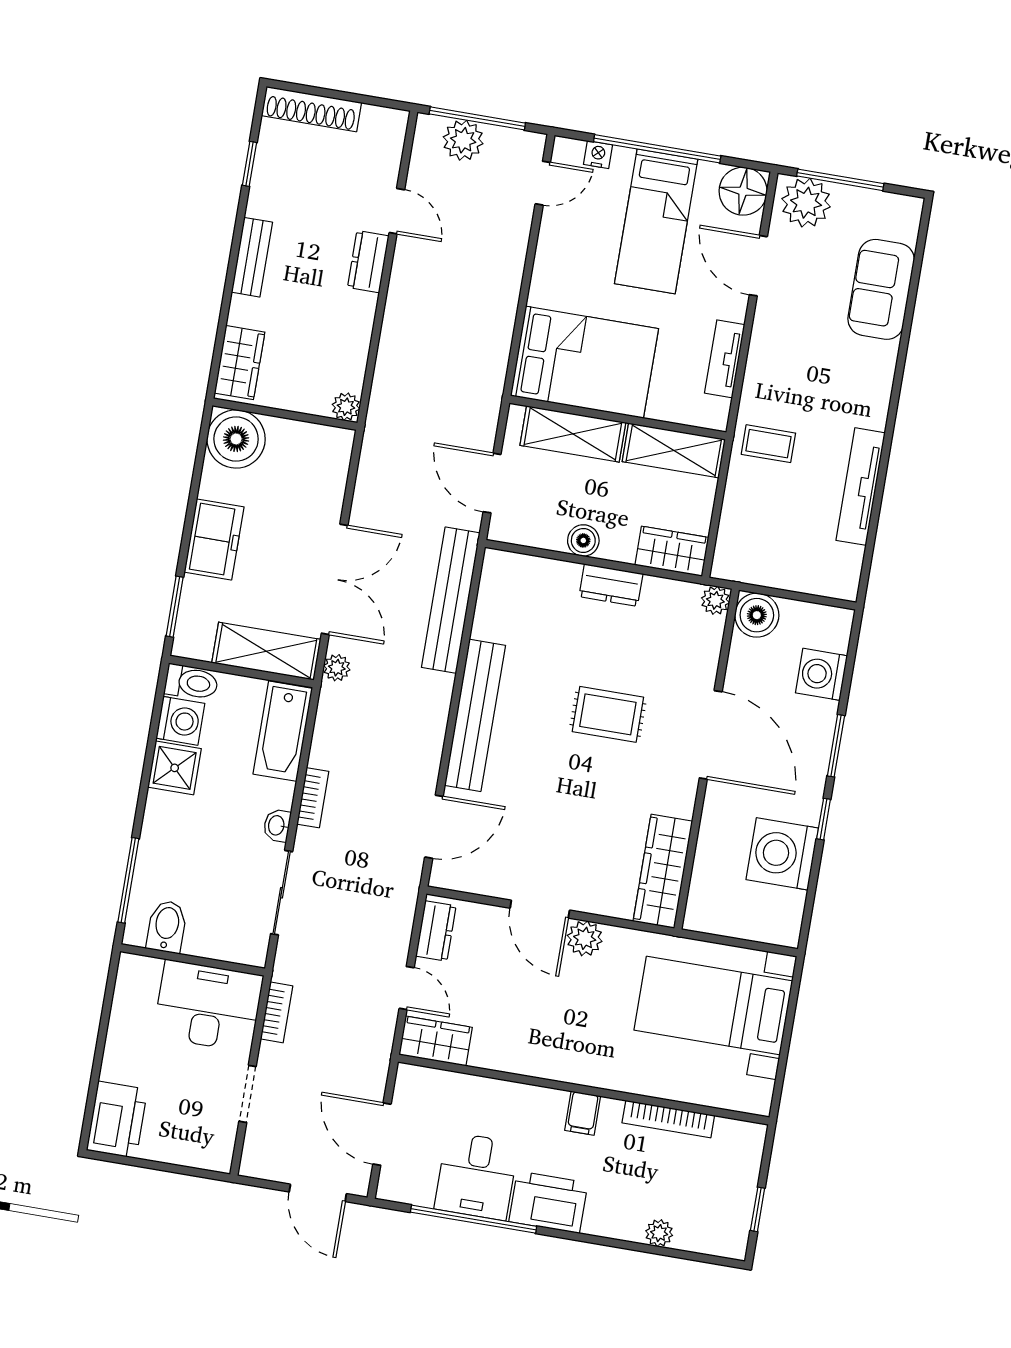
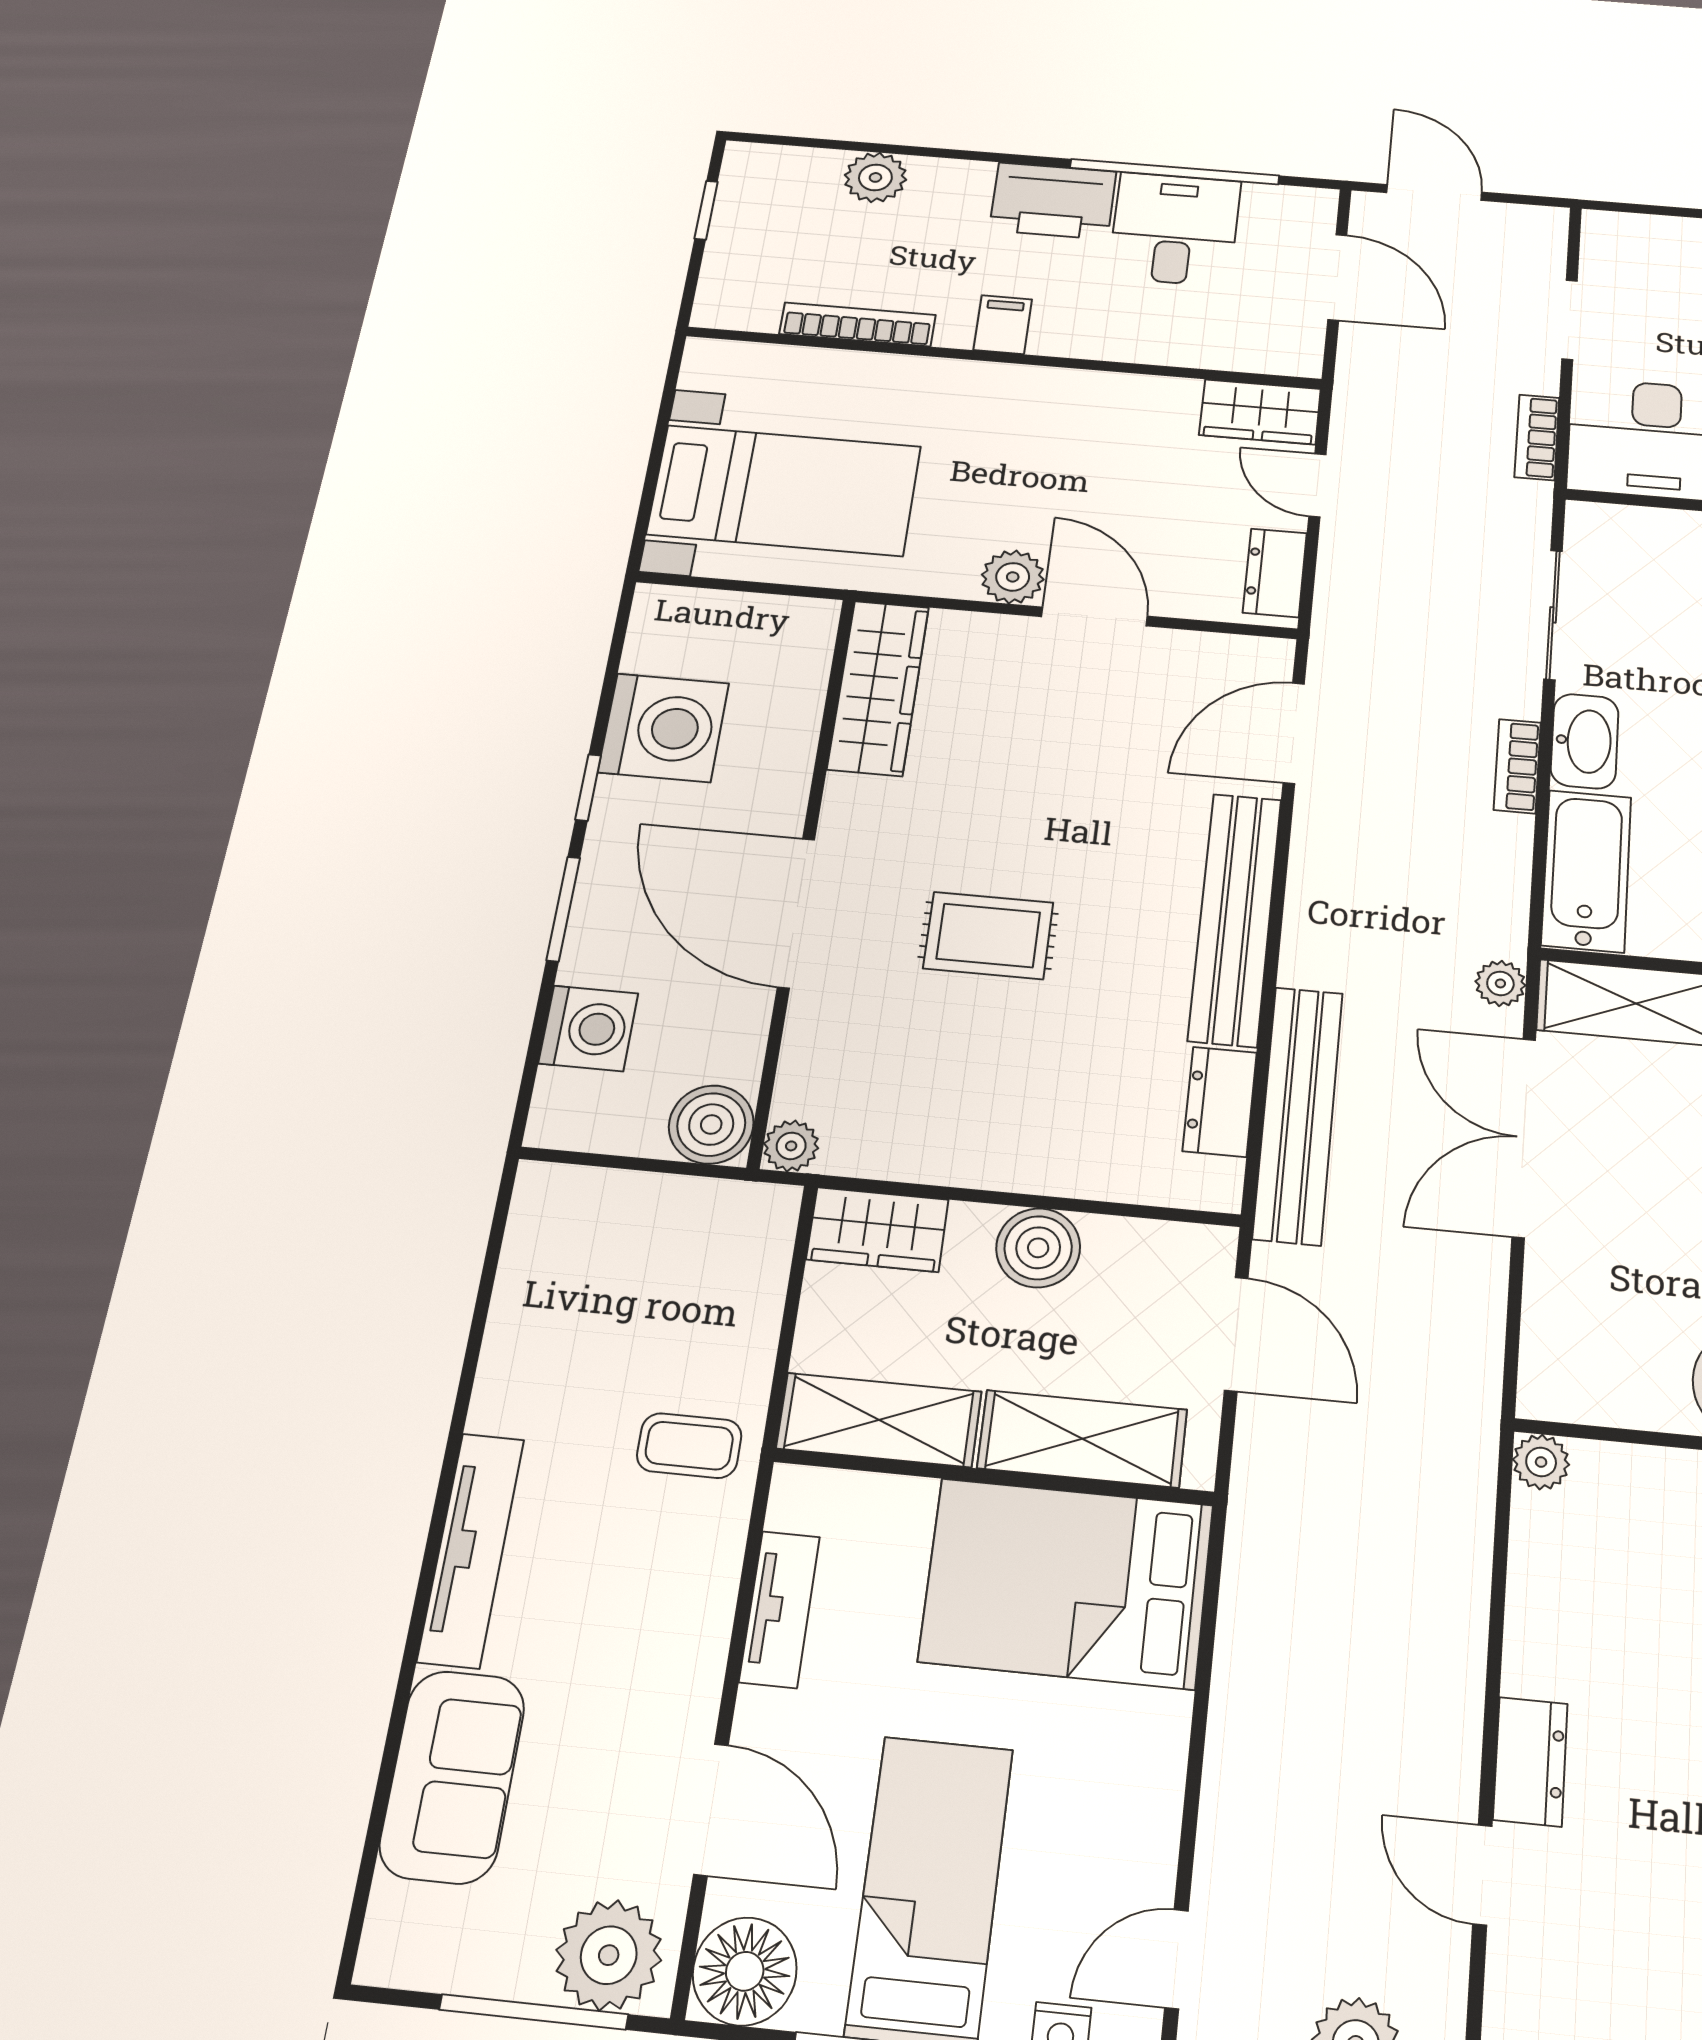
tv unit: (861, 487) -> (471, 1550), moved
boiler: (583, 540) -> (1038, 1248), width x1.36, depth x1.36
dresser: (611, 585) -> (1220, 1102), moved, turned -90
washbasin: (277, 825) -> (1585, 741), width x1.91, depth x1.45
plant: (659, 1233) -> (875, 177), width x1.38, depth x1.38

